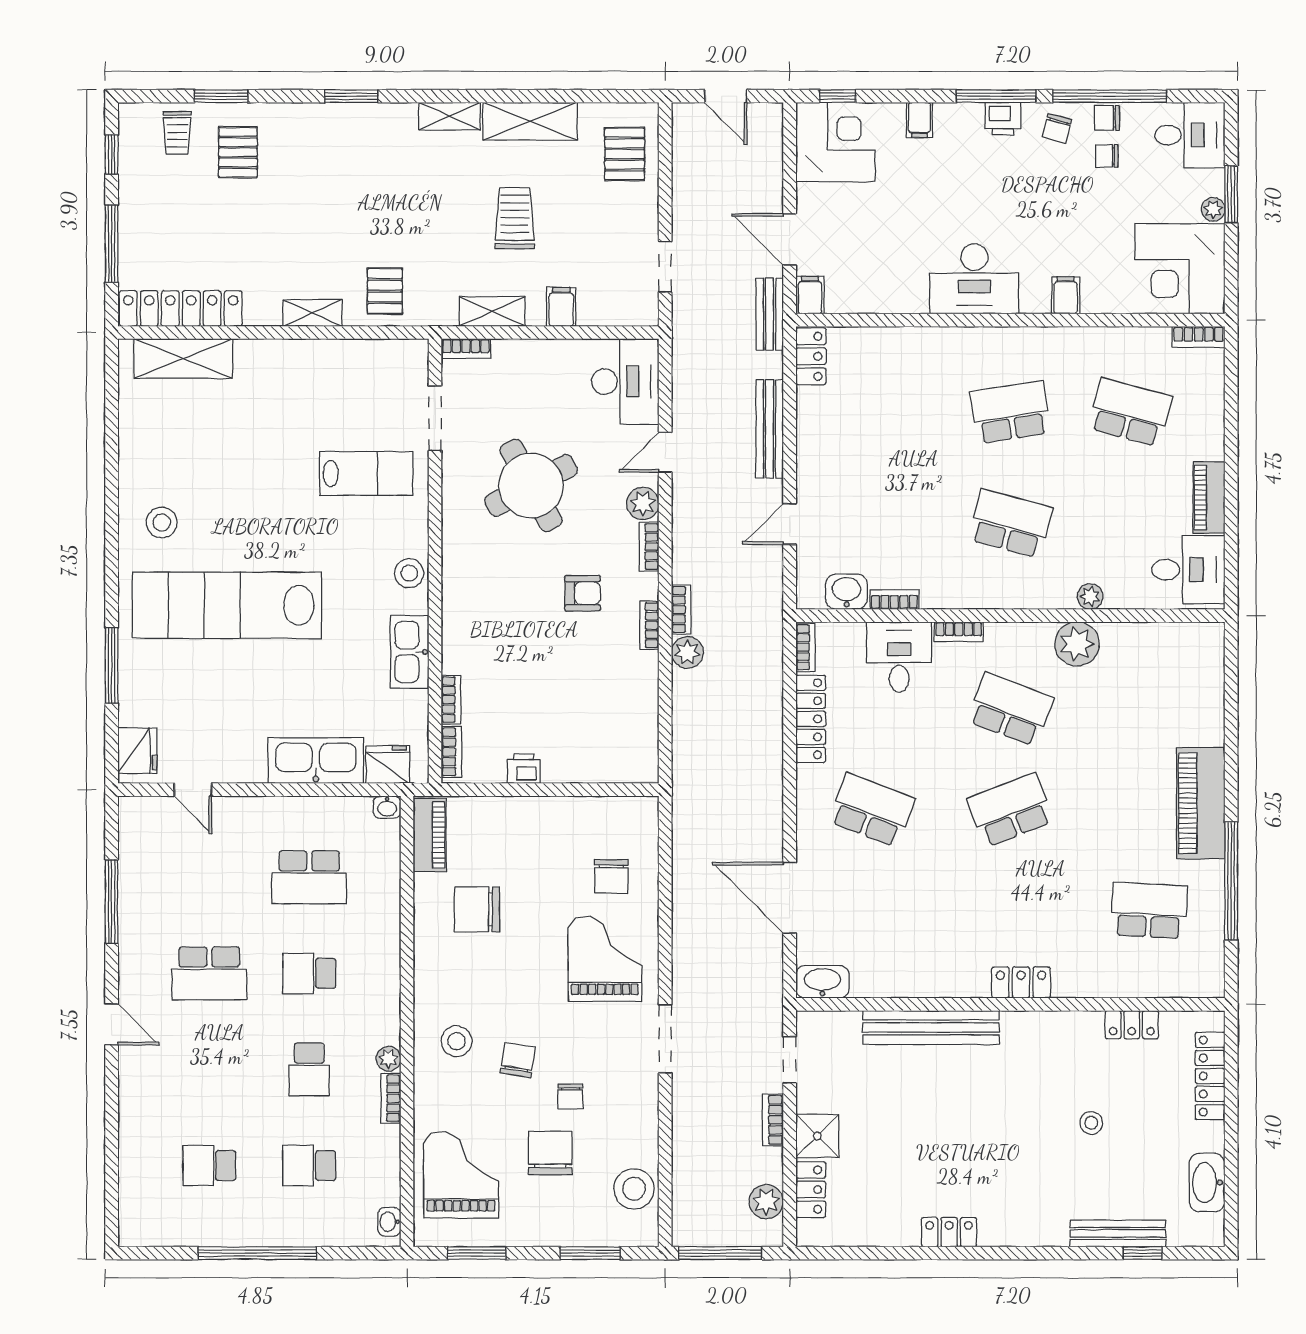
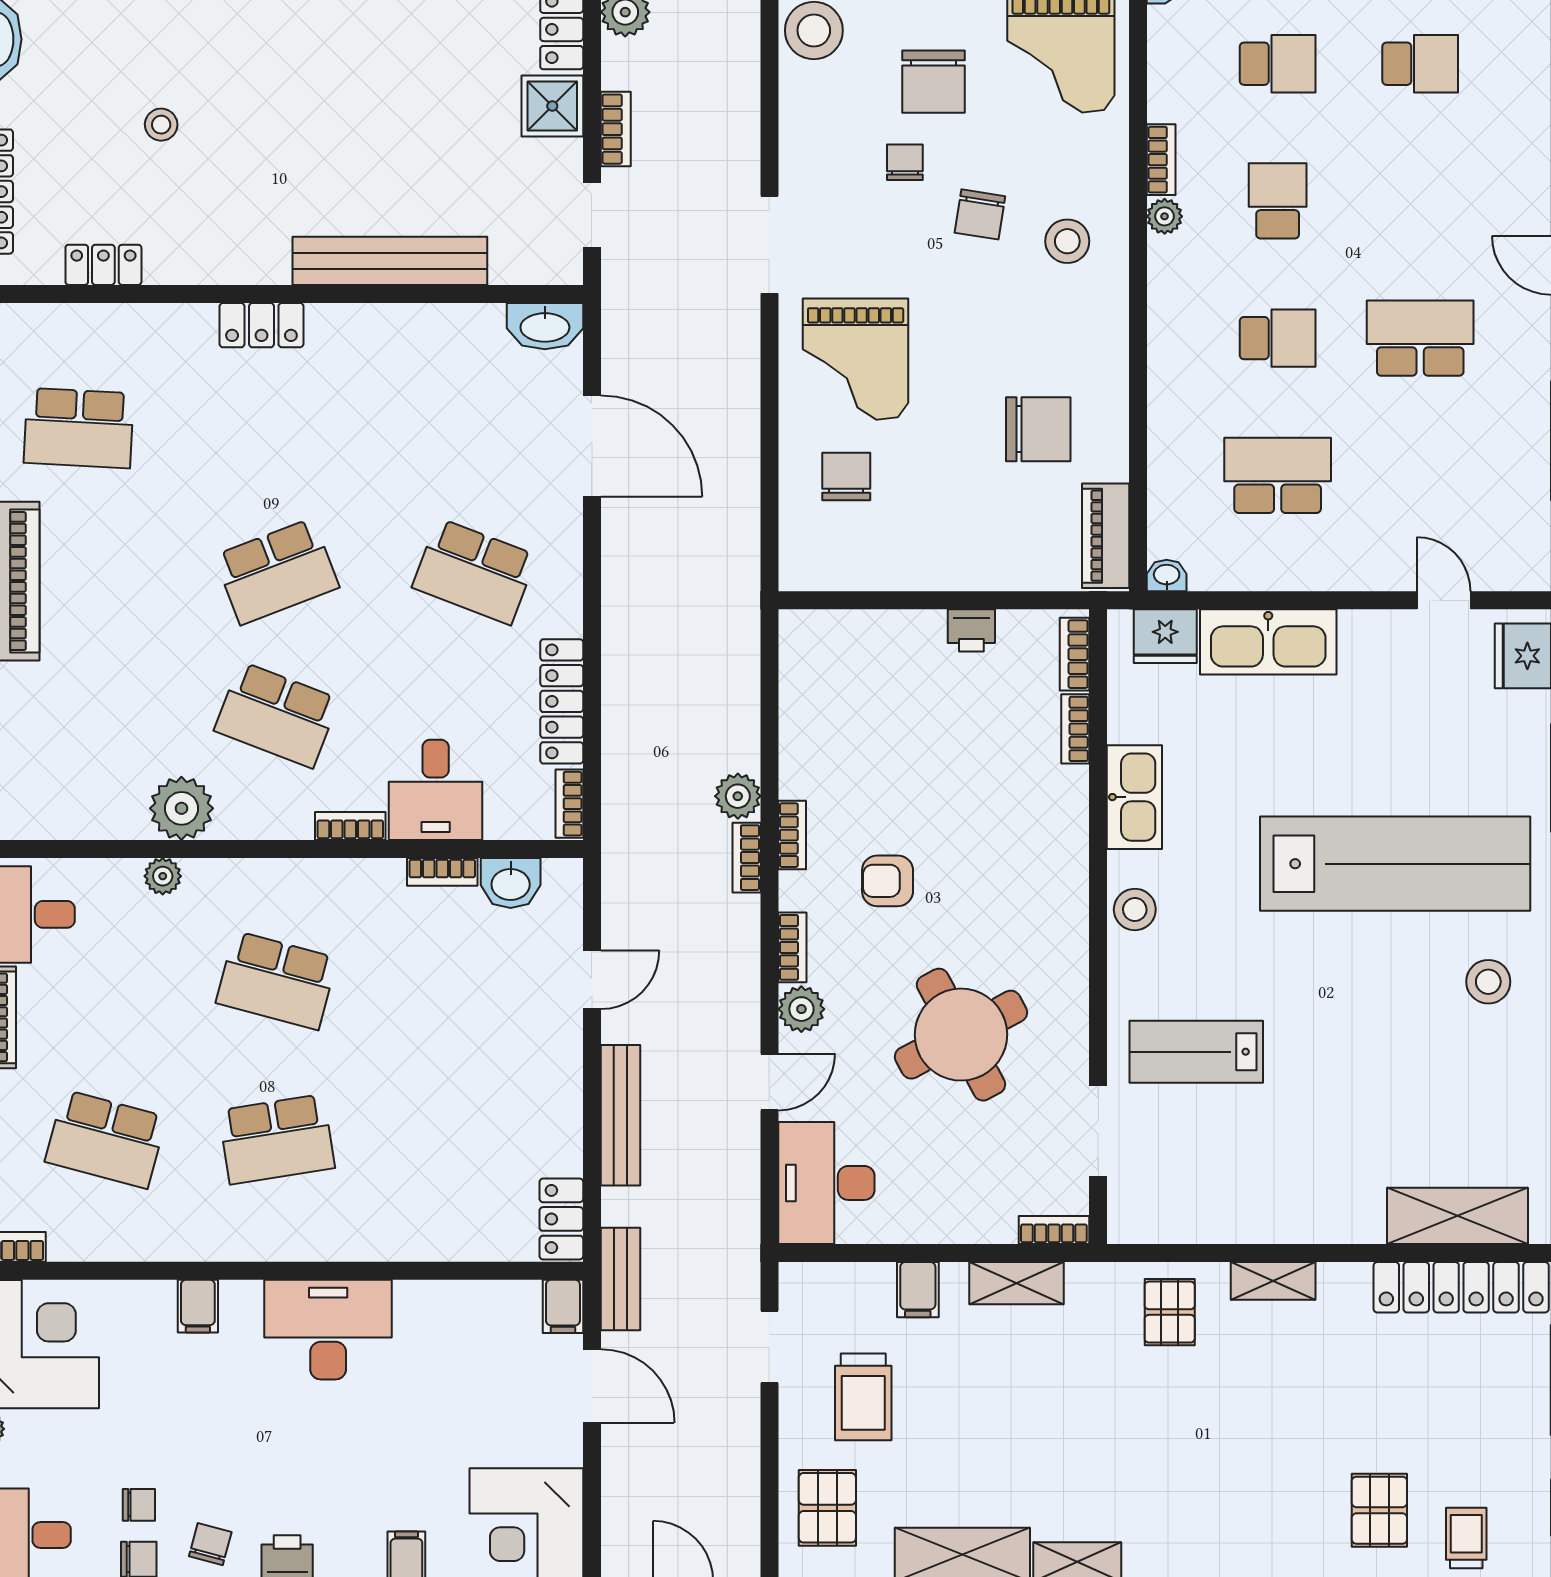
trolley: (515, 218) -> (863, 1397), moved

